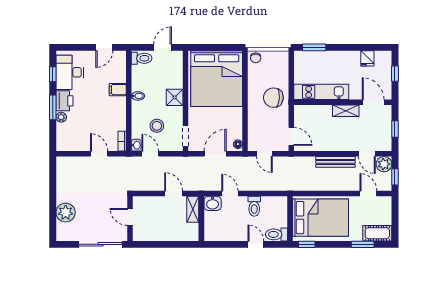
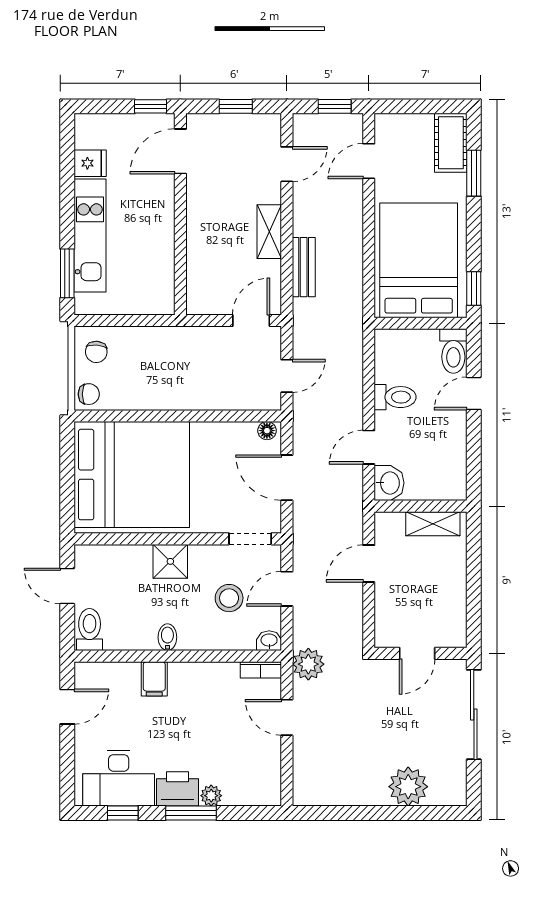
door: (104, 47) -> (67, 707), hinge flipped
window: (395, 74) -> (151, 106), moved
kitchen unit: (321, 92) -> (90, 235), moved, turned 180
chair: (273, 98) -> (96, 352), moved, width x0.54, depth x0.54
shelving: (346, 111) -> (269, 232), moved
door: (99, 154) -> (287, 717), hinge flipped
door: (150, 154) -> (287, 589), moved
bench: (336, 162) -> (304, 267), moved, width x0.73
plant: (384, 164) -> (308, 664), moved
shelving: (193, 209) -> (433, 524), moved

